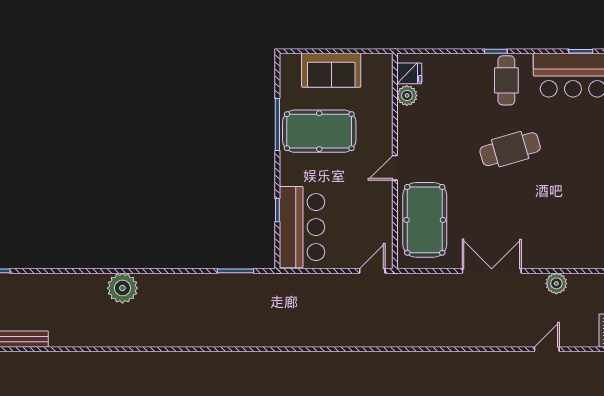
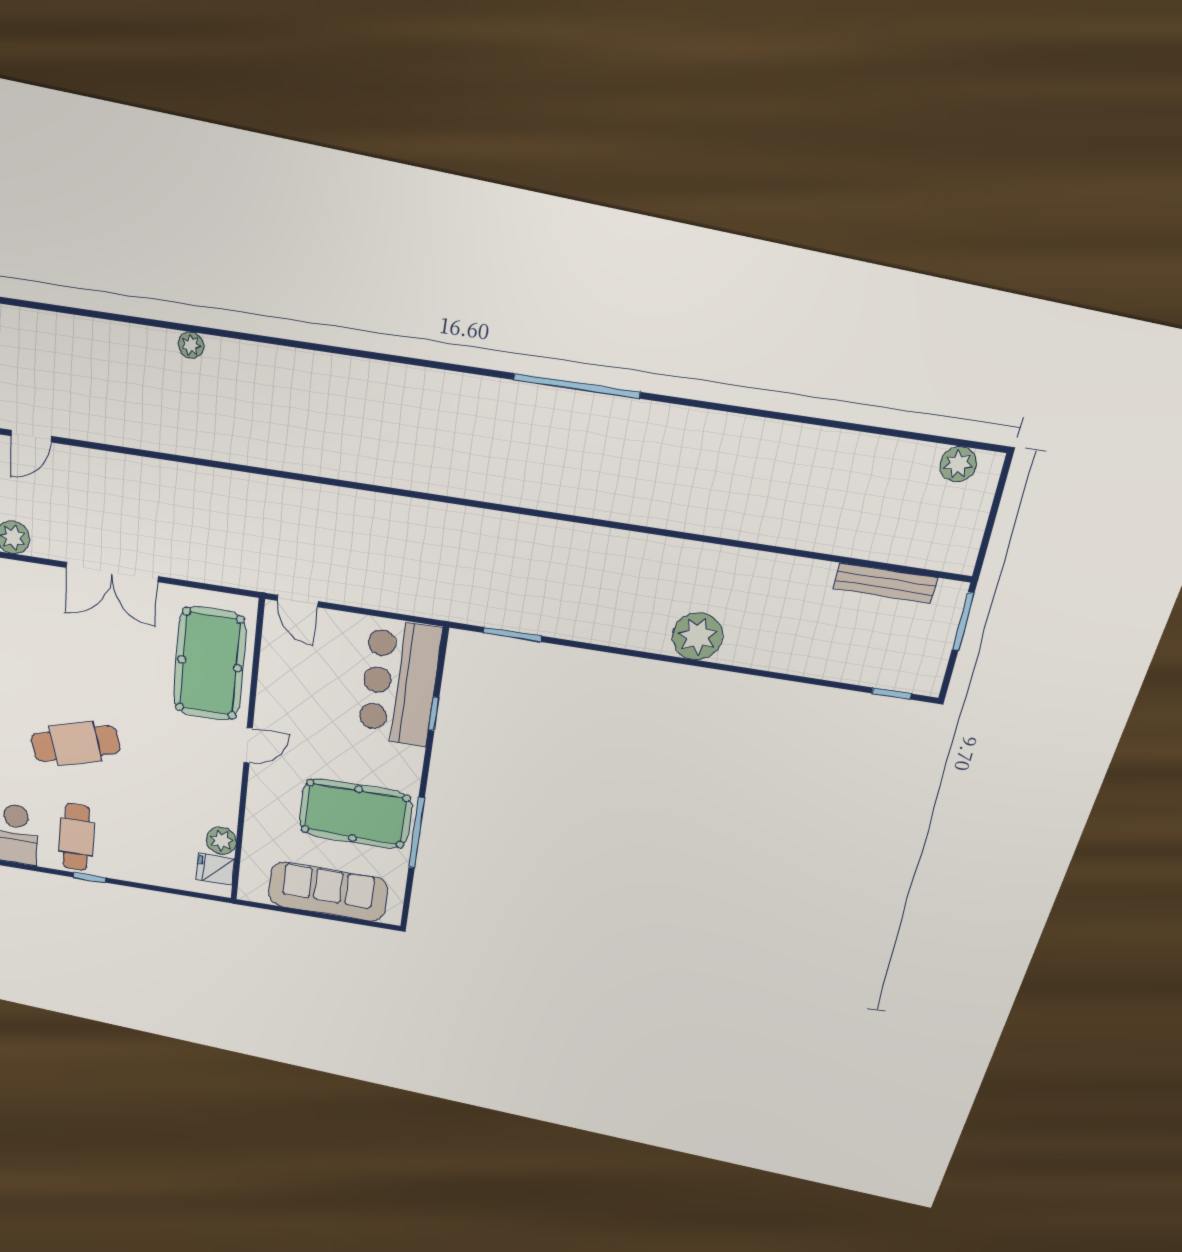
sofa: (331, 70) -> (328, 892), width x1.36
door: (372, 271) -> (298, 601), hinge flipped

